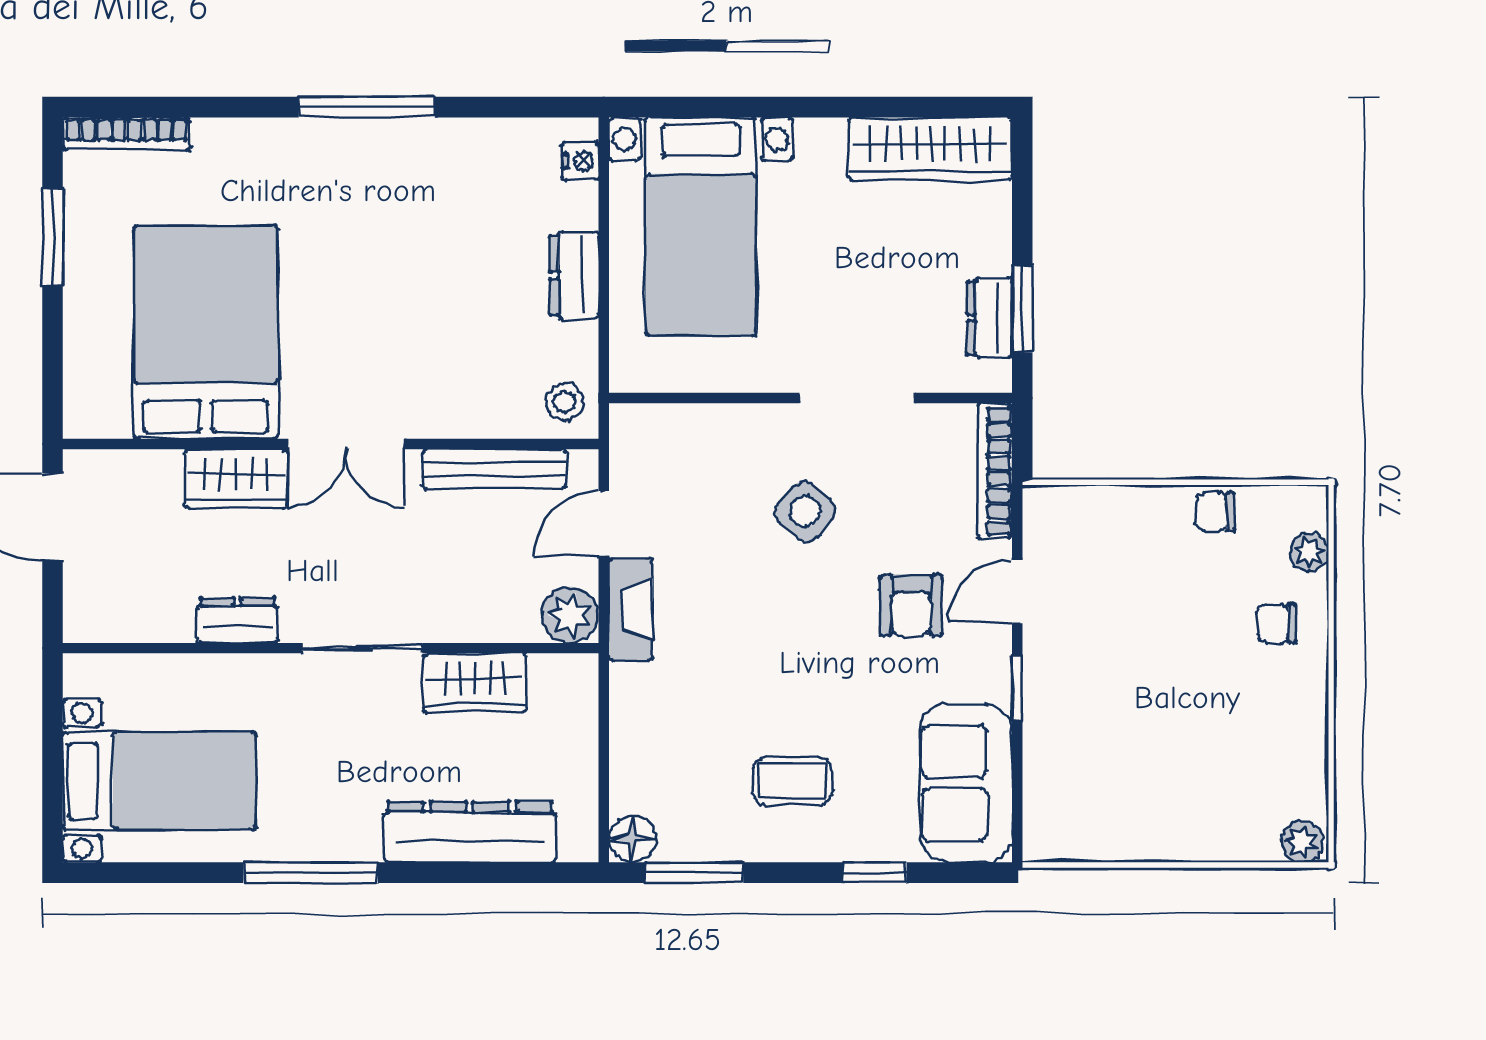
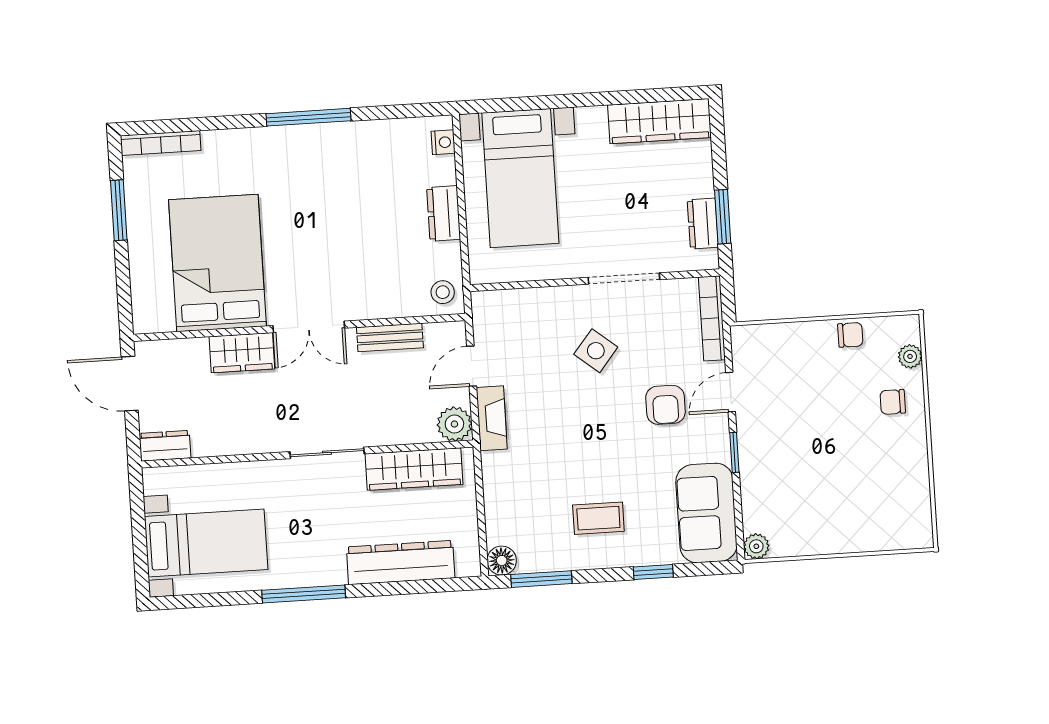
bench: (494, 469) -> (390, 337), width x0.73
chair: (1215, 512) -> (850, 335), turned 180
dresser: (237, 620) -> (165, 446), moved
wardrobe: (475, 683) -> (414, 469), width x1.50
plant: (1302, 842) -> (756, 546), moved

